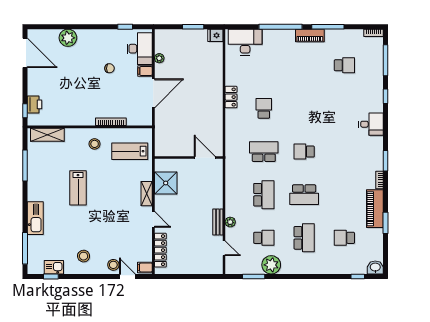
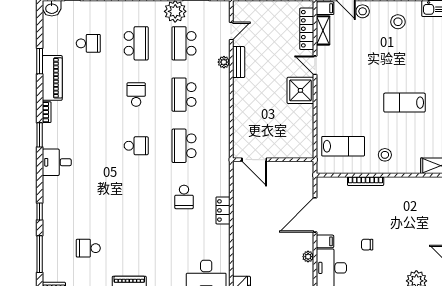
desk: (371, 124) -> (57, 162), moved
school desk: (264, 152) -> (184, 146), turned 90
wall: (189, 157) -> (273, 160), moved
door: (205, 157) -> (254, 160), moved
shower: (166, 183) -> (300, 90), moved
lab bench: (78, 188) -> (404, 103), turned -90
shelving: (147, 194) -> (323, 30), moved
school desk: (304, 195) -> (136, 95), width x0.54
school desk: (264, 238) -> (184, 43), width x1.85
school desk: (304, 238) -> (136, 43), turned 180
door: (224, 248) -> (231, 31), swing flipped

